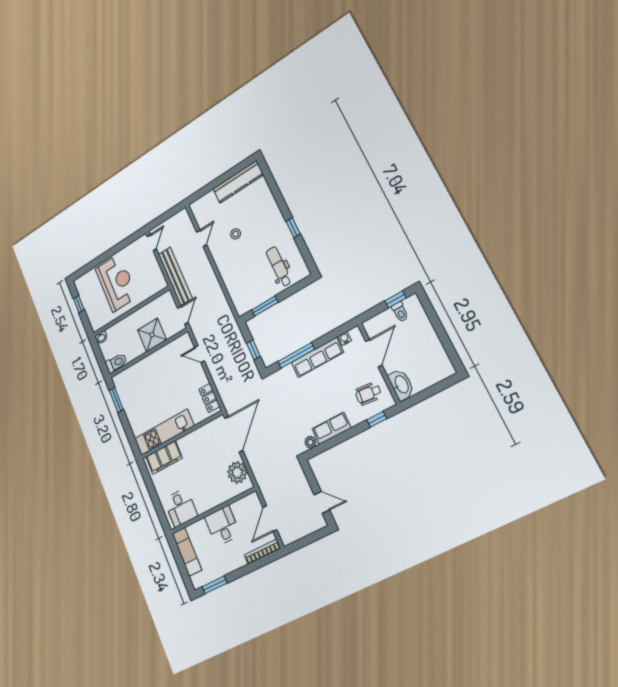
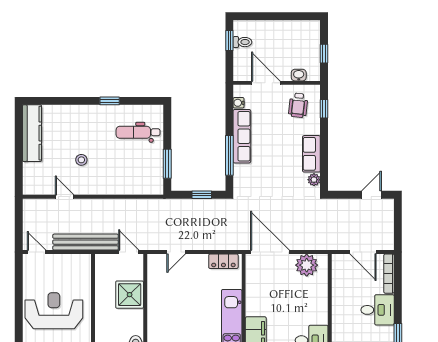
washbasin: (401, 385) -> (299, 75), width x0.52, depth x0.69
window: (427, 393) -> (324, 54), added
desk: (222, 526) -> (378, 310), moved, turned 180

